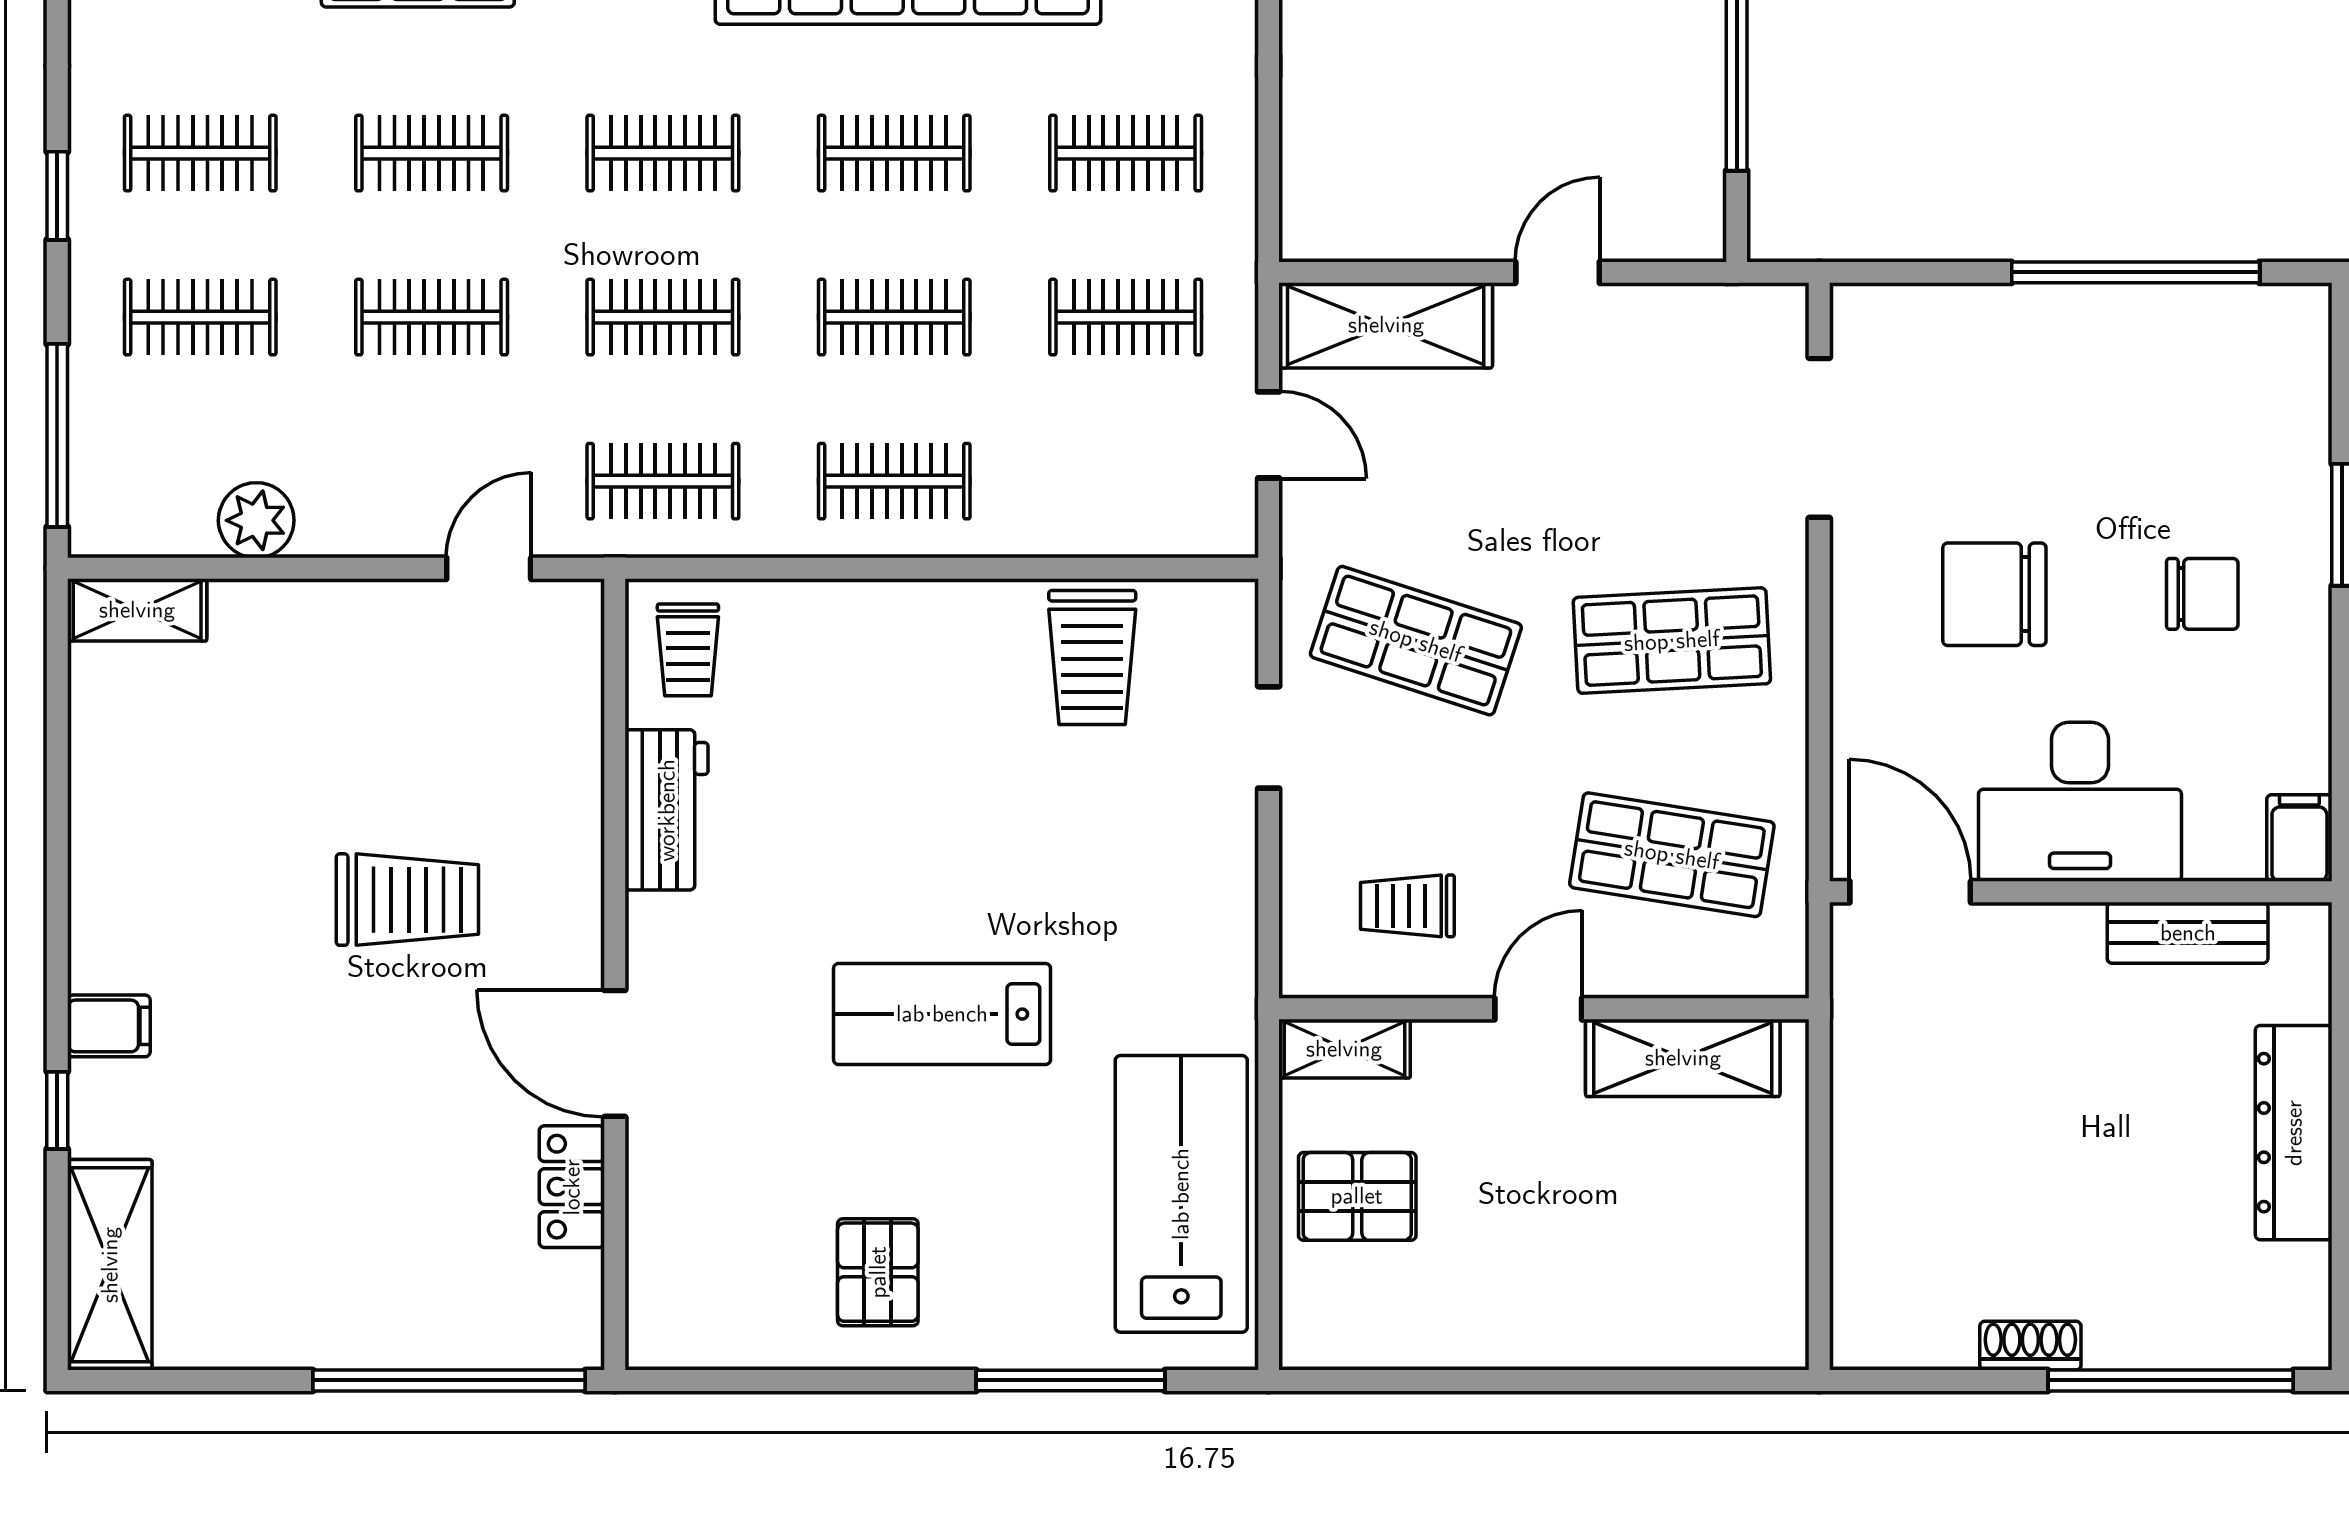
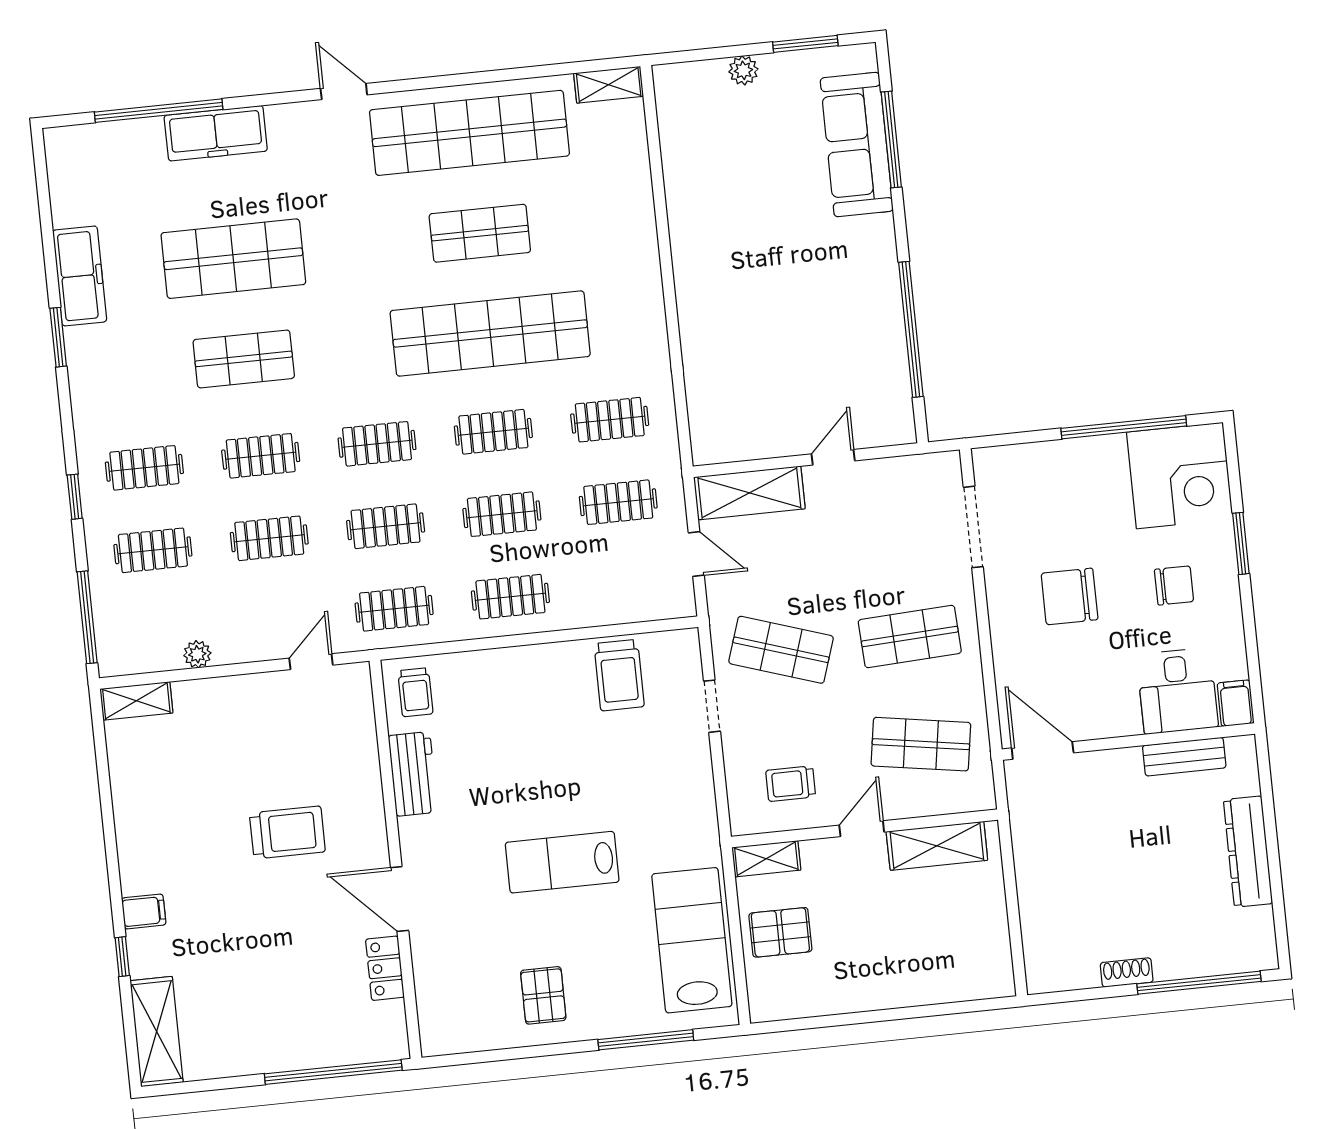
corner desk: (2236, 379) -> (1180, 476), added
plant: (256, 520) -> (197, 654), width x0.73, depth x0.73
desk: (2080, 802) -> (1177, 691), moved, width x0.73

